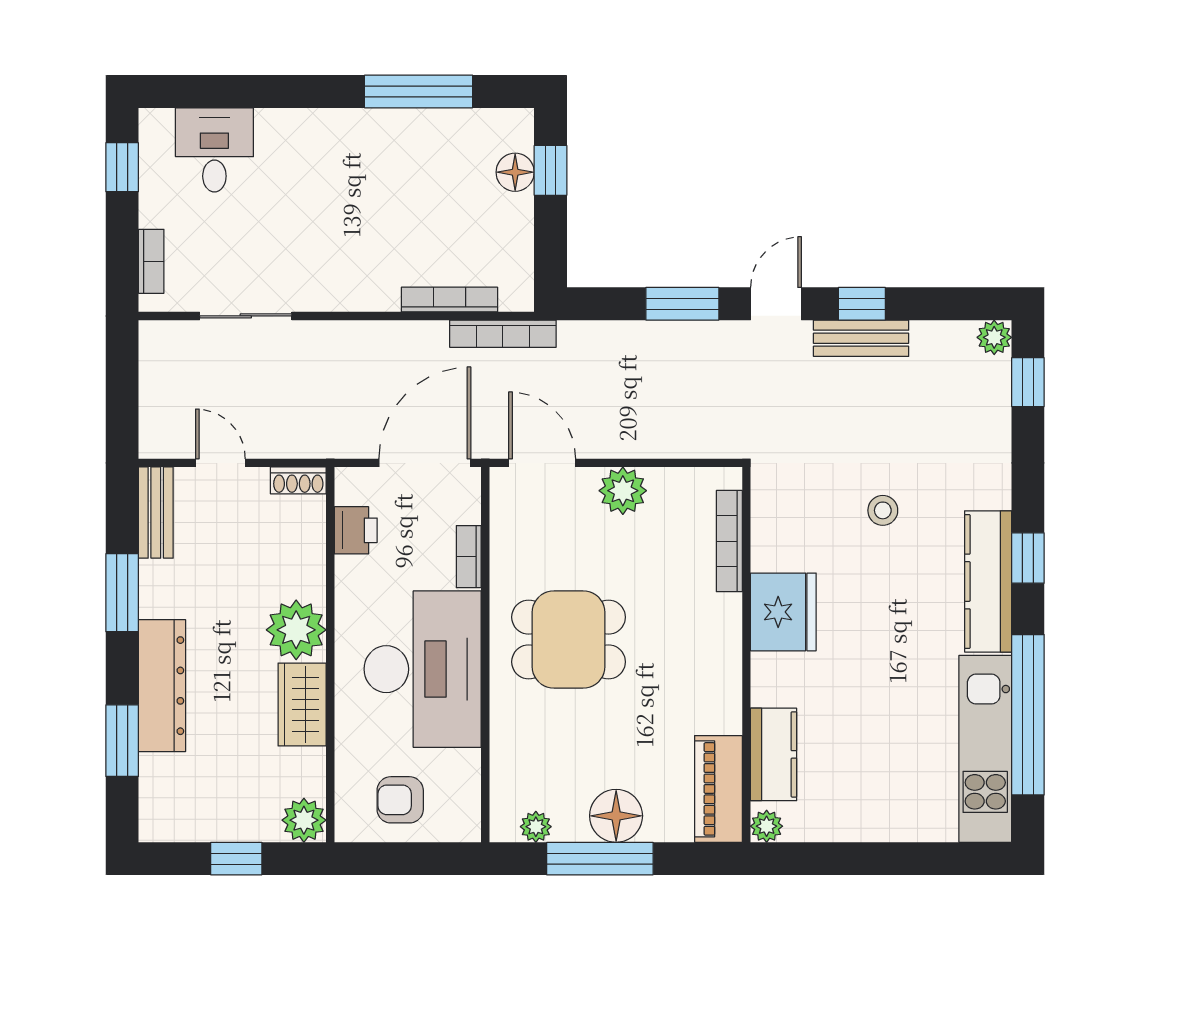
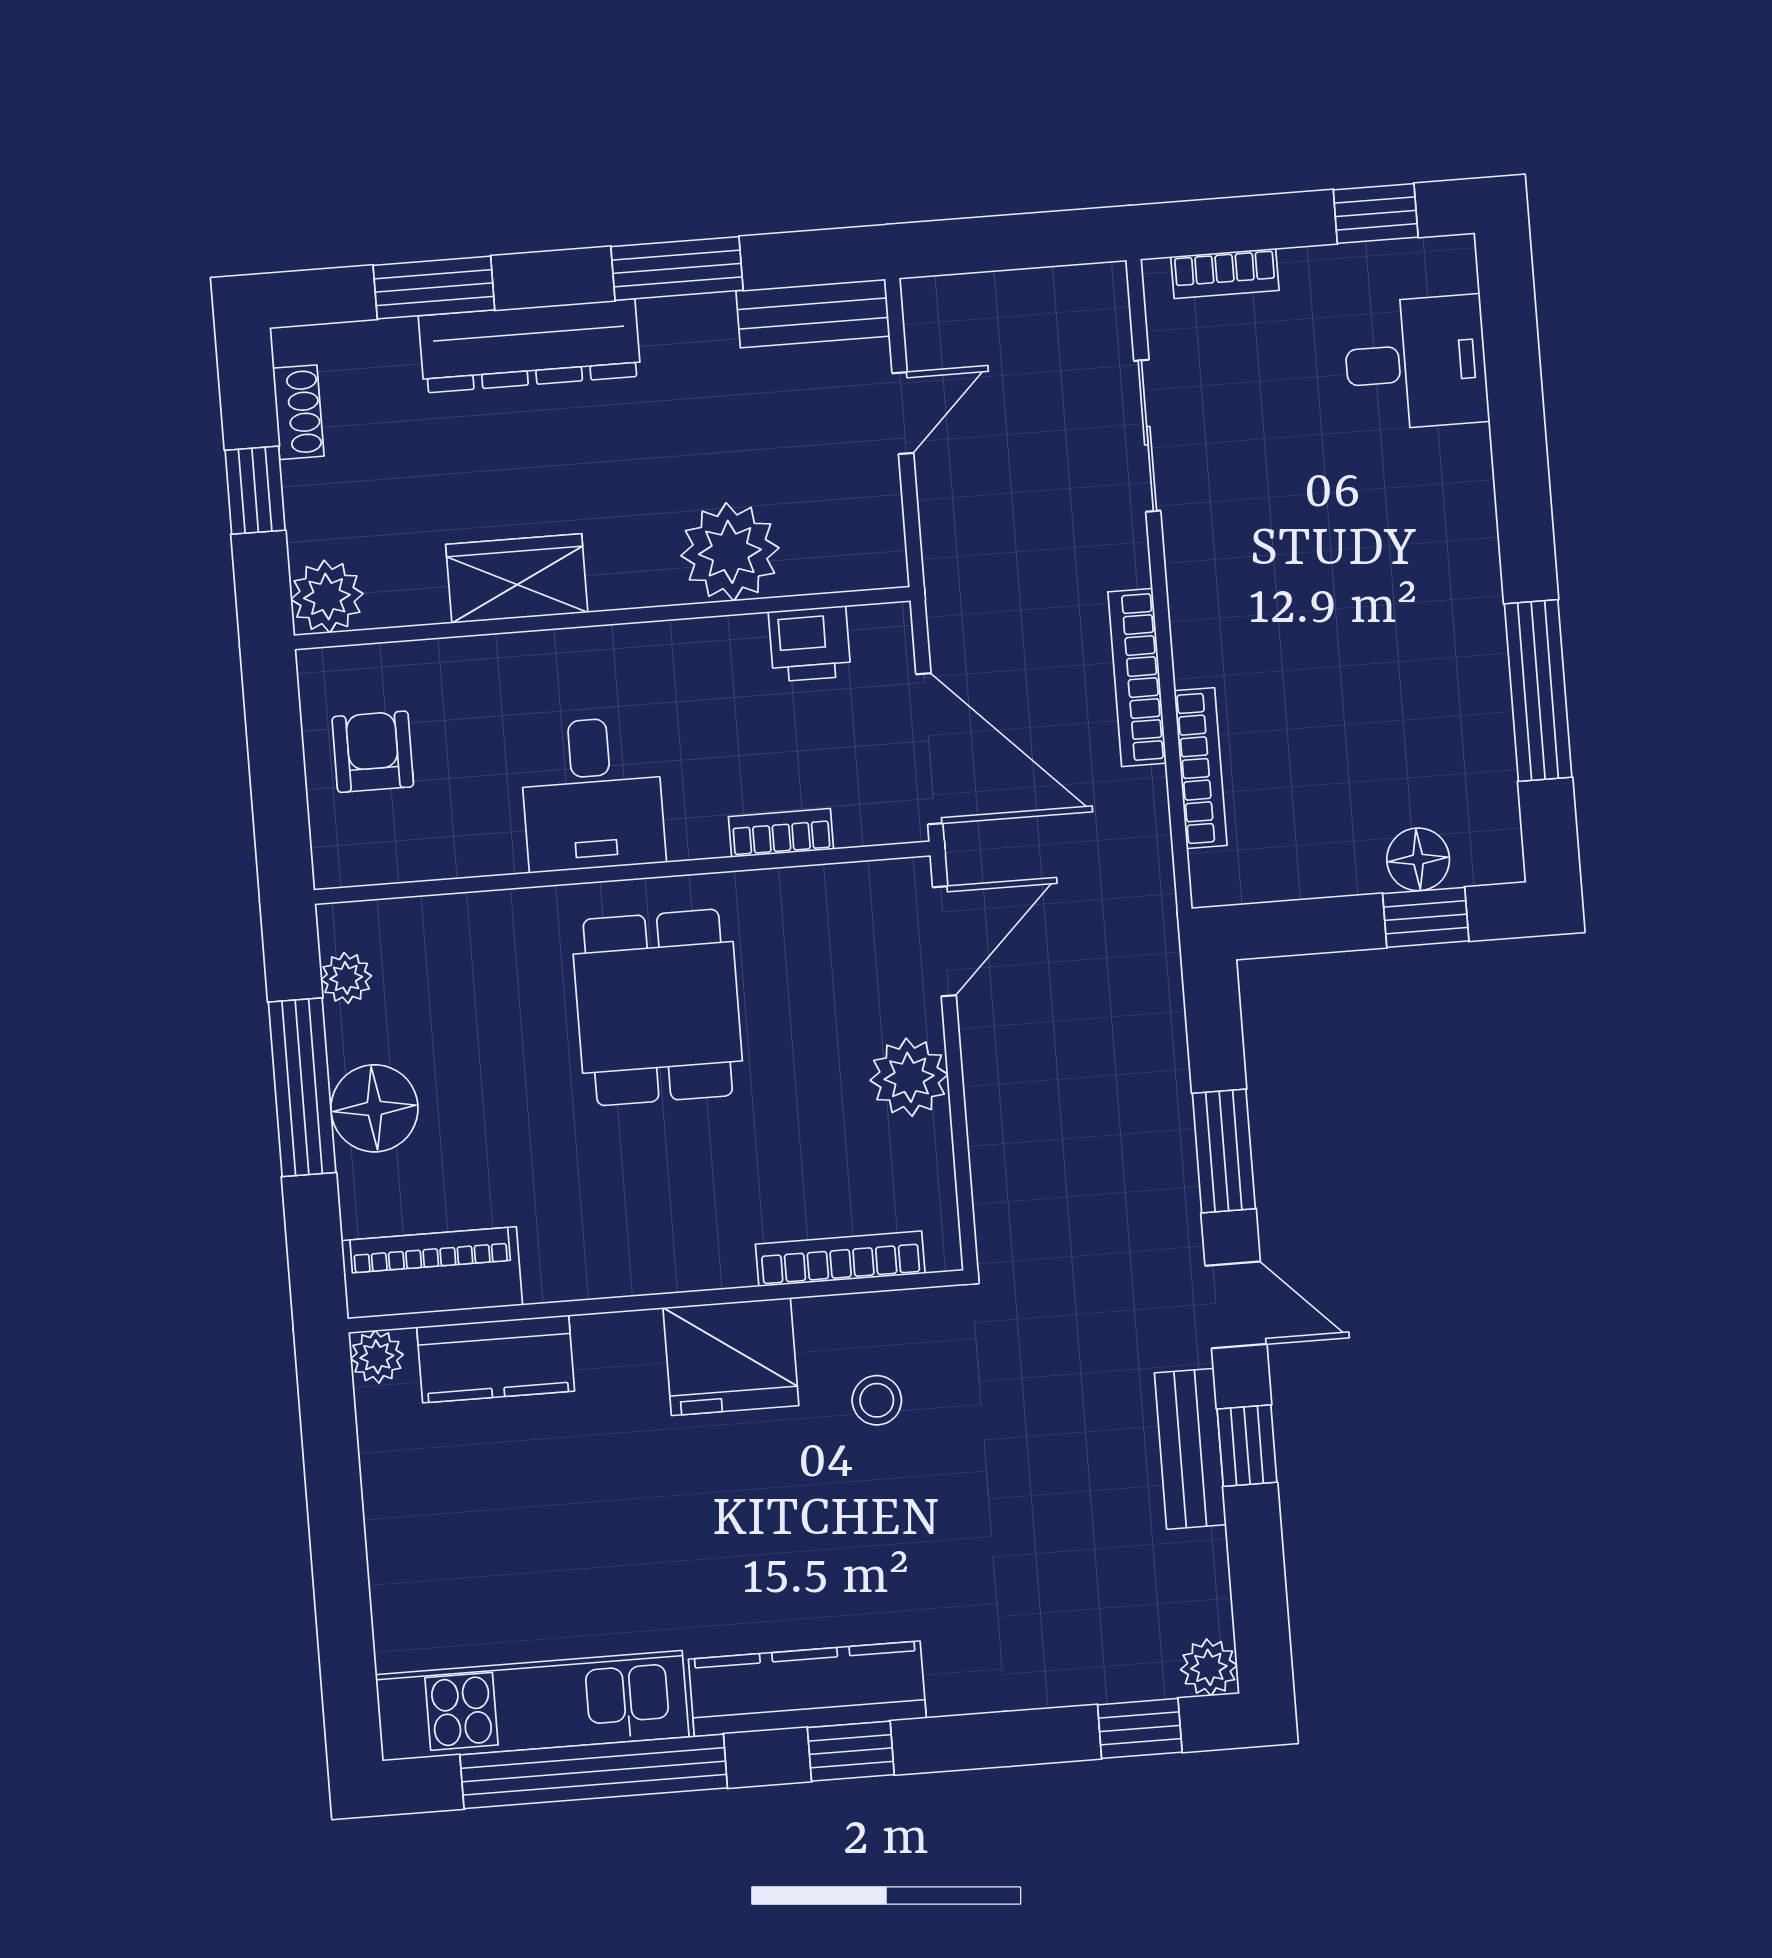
bookcase: (503, 334) -> (1137, 677), moved
shoe rack: (298, 480) -> (298, 412), moved, turned 180
stool: (883, 510) -> (877, 1400), moved
plant: (296, 630) -> (730, 552), moved
desk: (423, 669) -> (592, 794), width x0.53, depth x0.77

